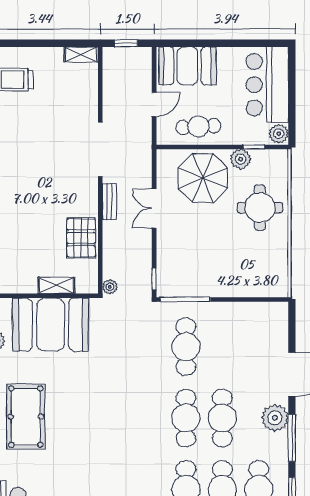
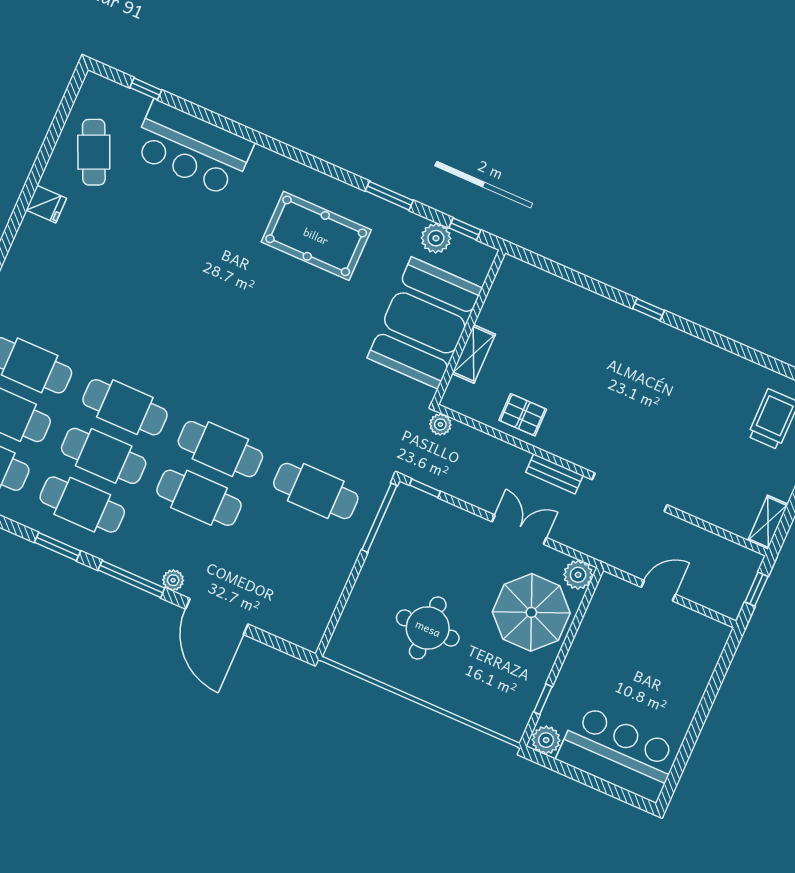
booth: (187, 66) -> (690, 658), removed
door: (154, 104) -> (658, 591), swing flipped
cafe table: (198, 127) -> (603, 637), removed
plant: (241, 159) -> (578, 575), moved
round table: (260, 208) -> (428, 628), moved
pallet: (81, 238) -> (523, 415), width x0.67, depth x0.71
plant: (275, 418) -> (173, 580), width x0.53, depth x0.53

